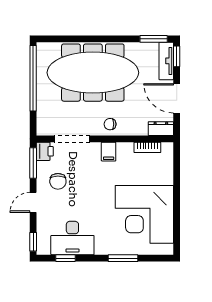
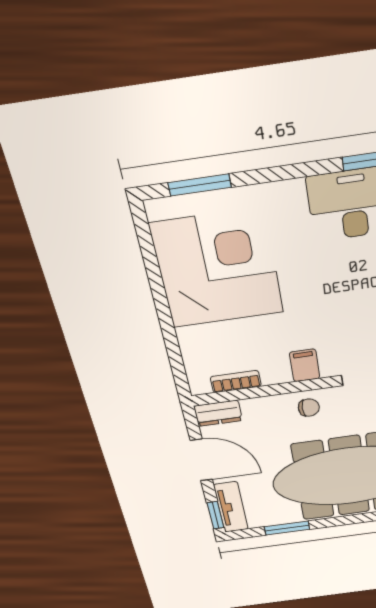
window: (154, 39) -> (287, 528), moved
window: (123, 258) -> (200, 185), moved

